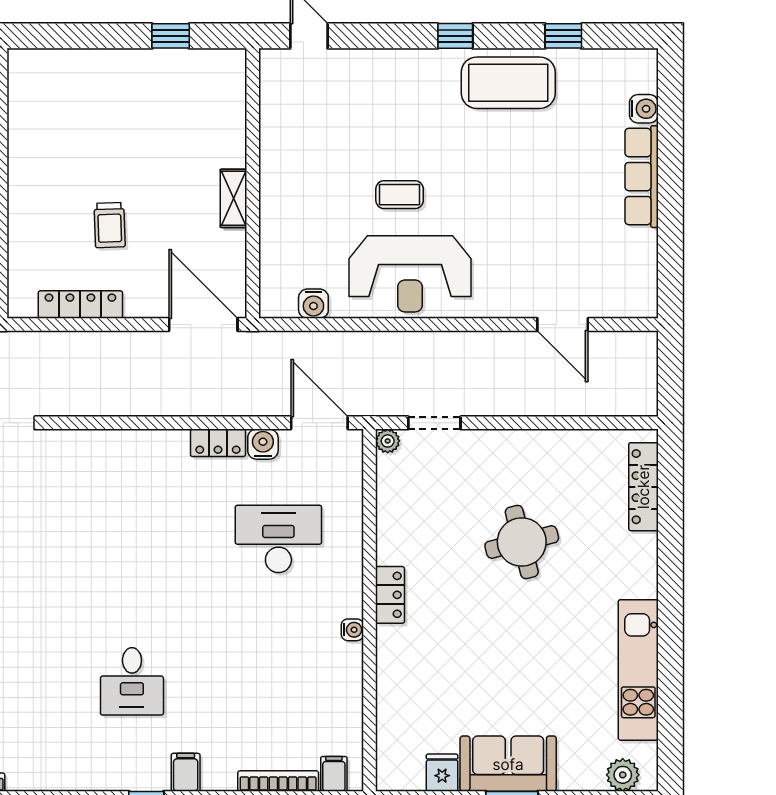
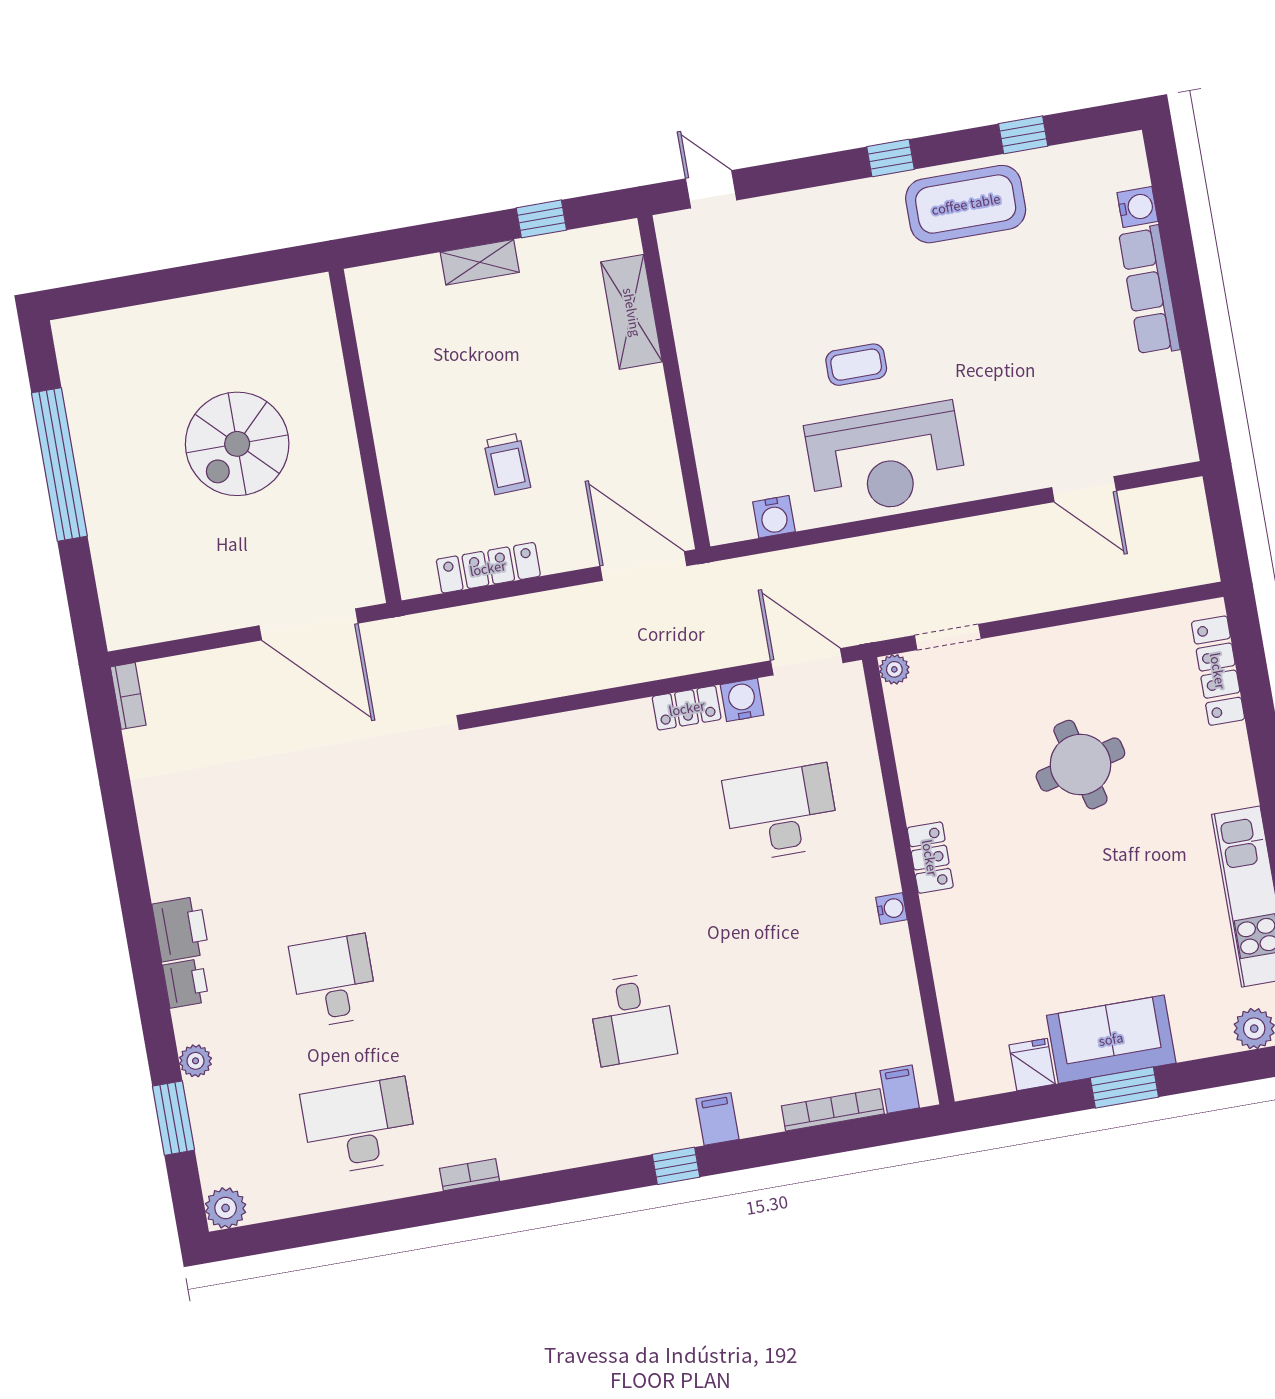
shelving: (116, 62) -> (480, 262), added
shelving: (233, 198) -> (632, 312), moved, width x1.50, depth x1.33

